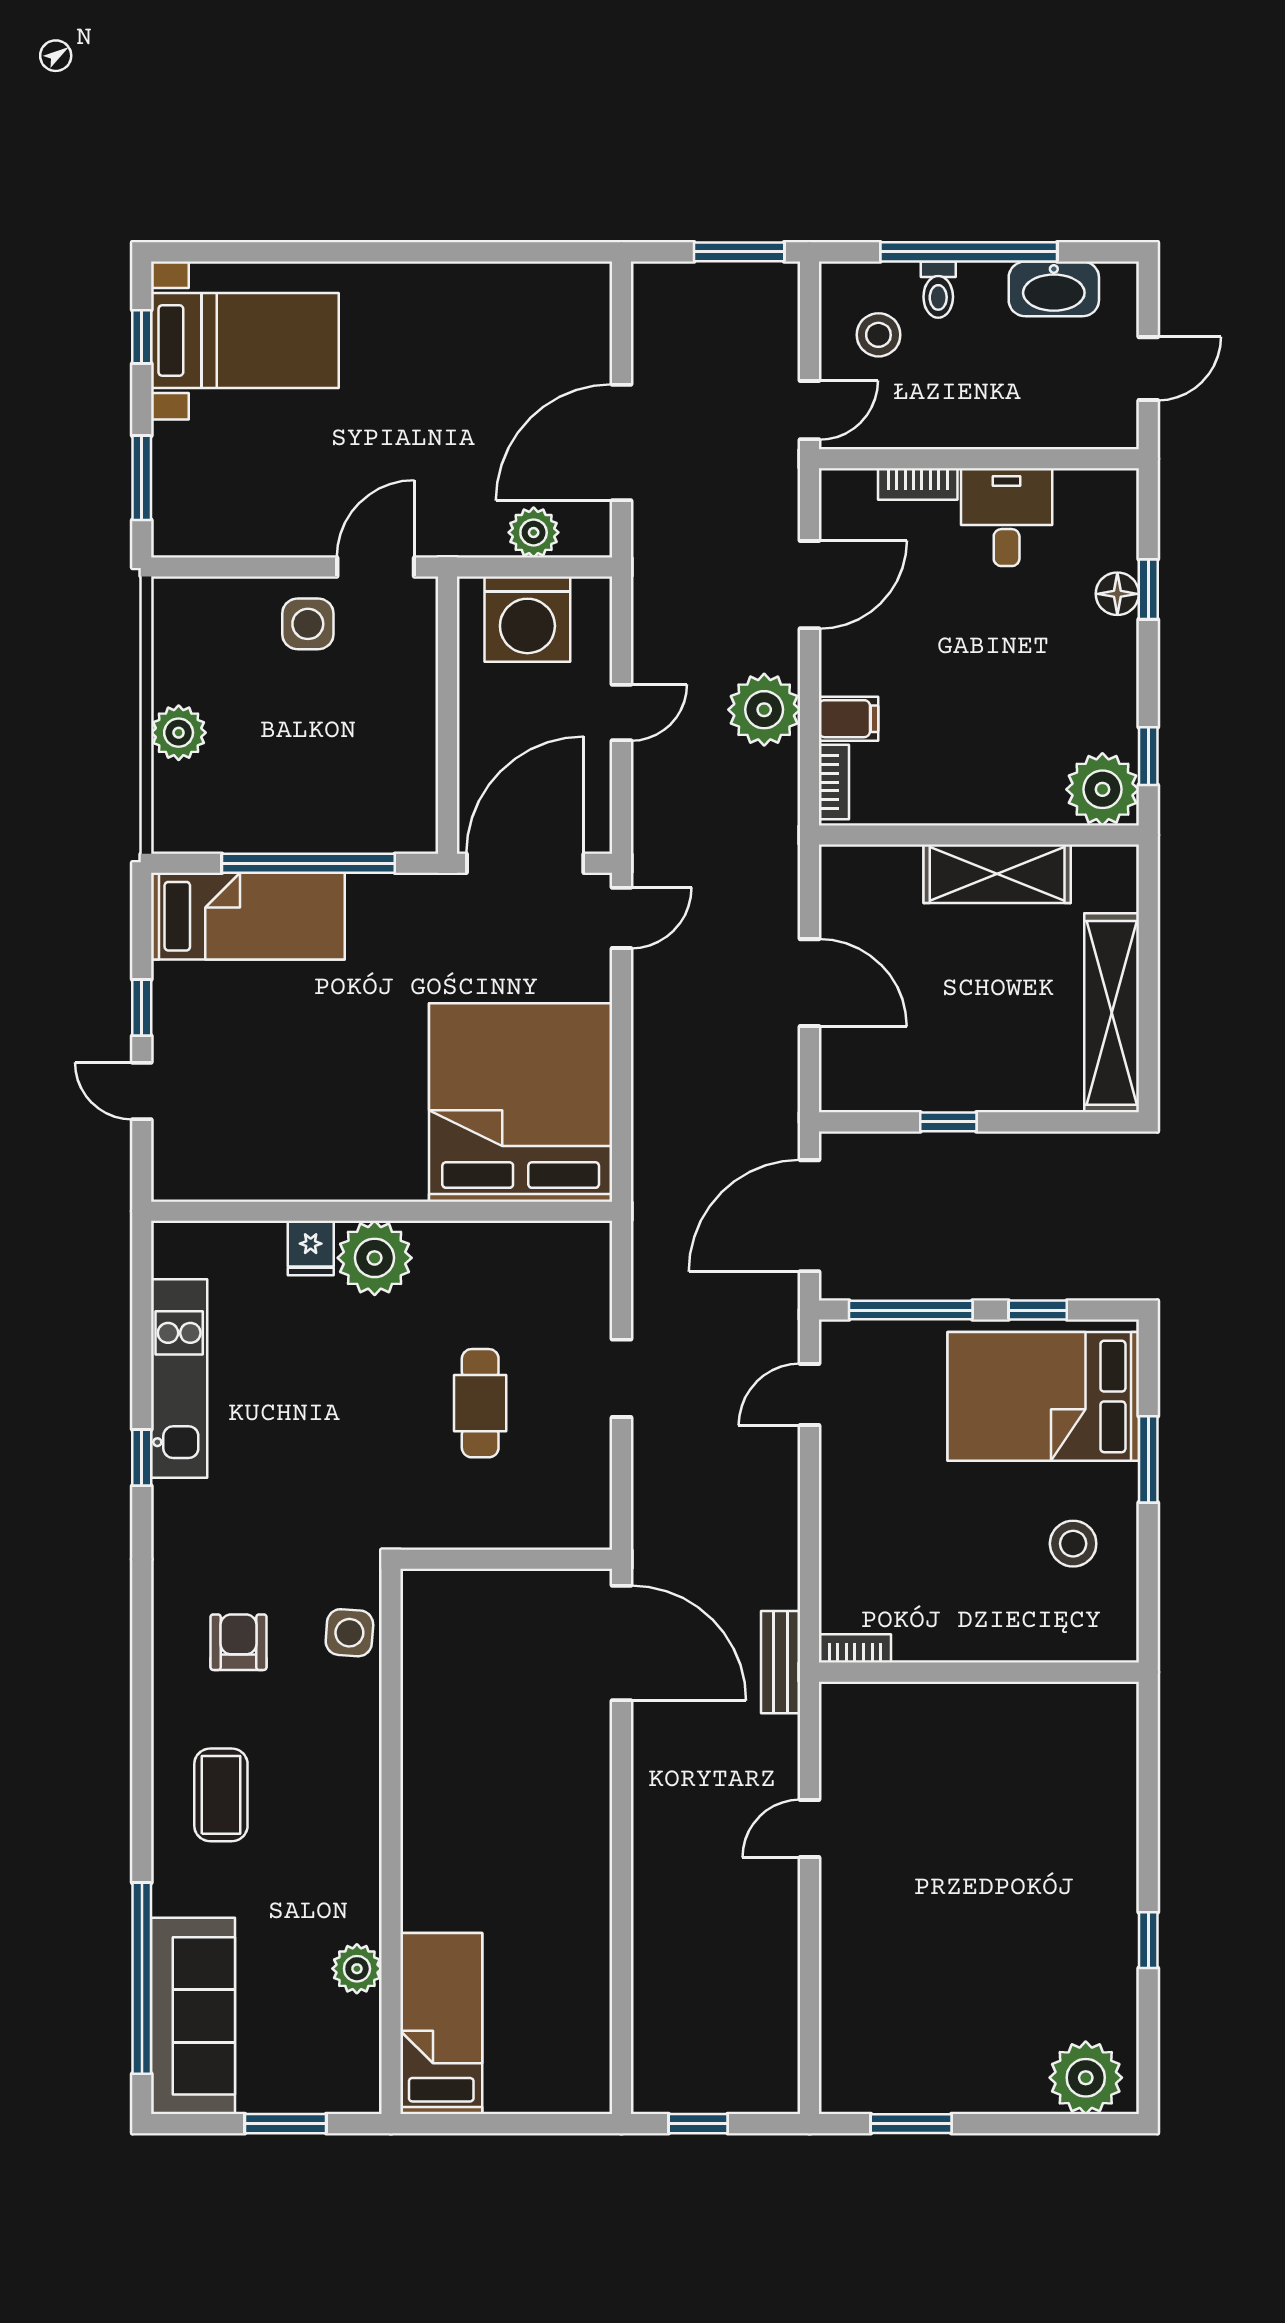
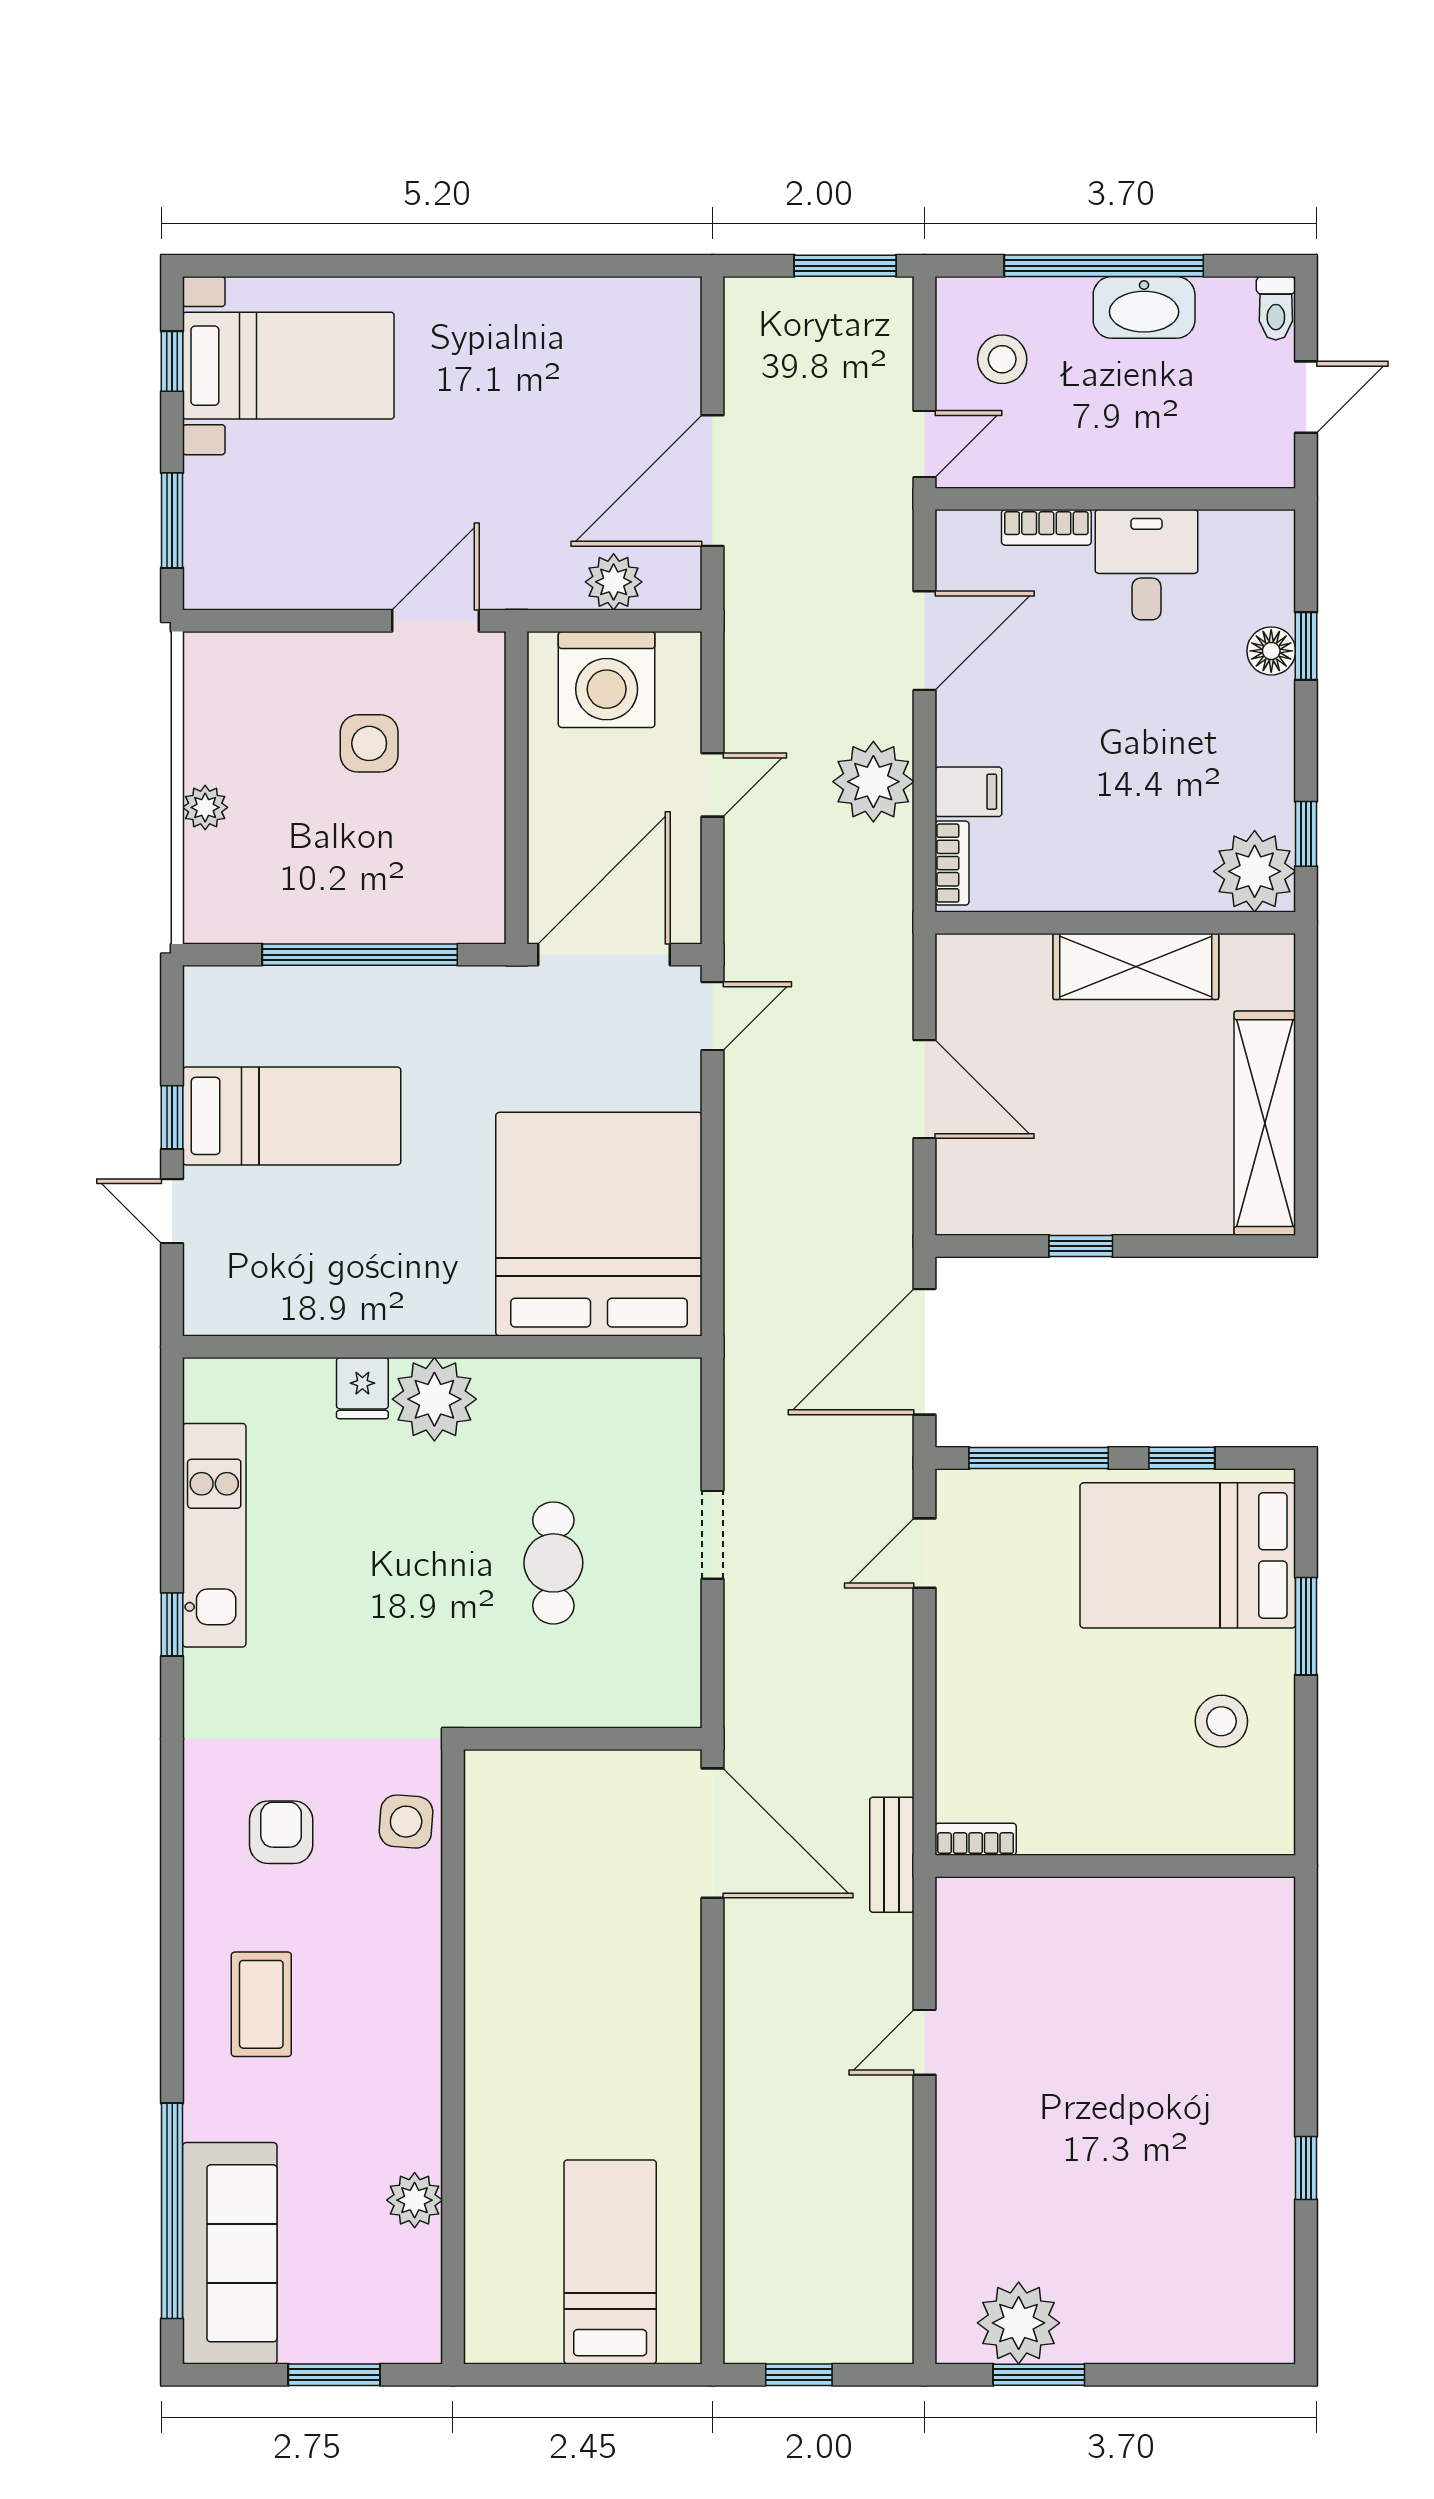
washbasin: (1054, 289) -> (1144, 307), moved
toilet: (938, 290) -> (1276, 308), moved
side table: (308, 624) -> (369, 743), moved
plant: (179, 733) -> (205, 807), width x0.73, depth x0.73
bed: (248, 916) -> (292, 1116), moved
bed: (441, 2024) -> (610, 2262), moved
plant: (1086, 2078) -> (1019, 2323), moved

